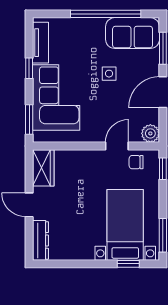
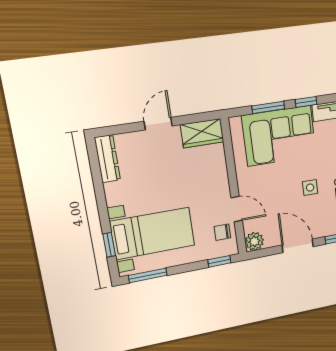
window: (29, 119) -> (268, 107), moved
chair: (136, 162) -> (222, 232), turned -90
dresser: (41, 240) -> (107, 159), moved, turned -90

